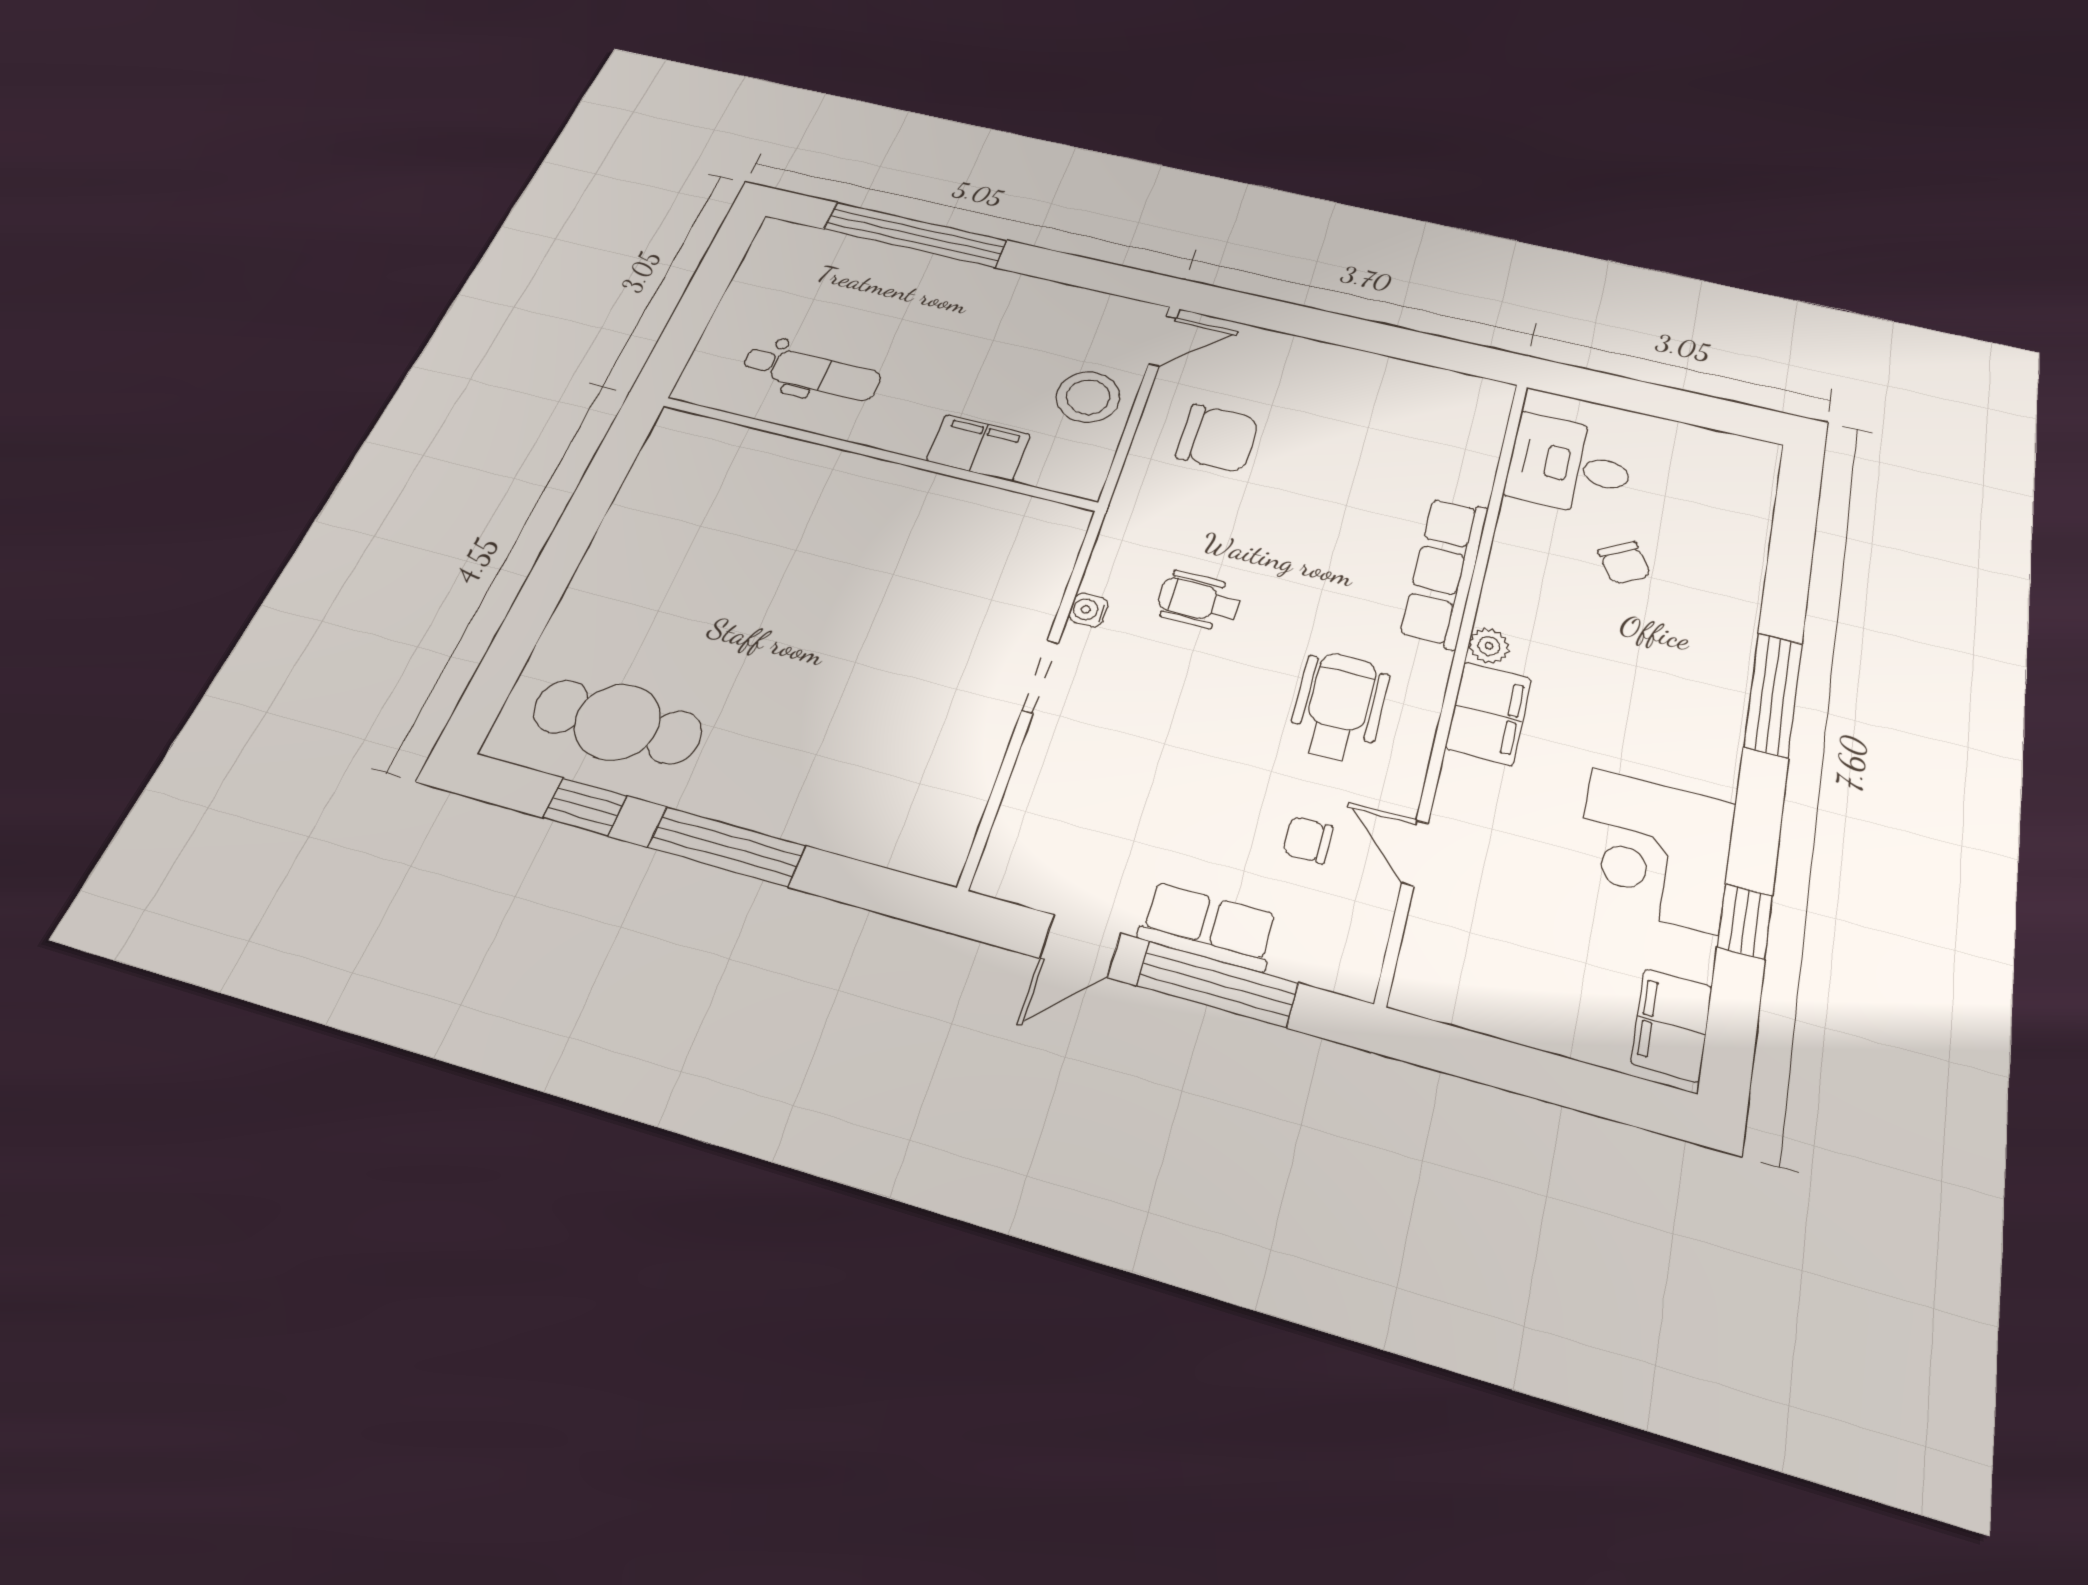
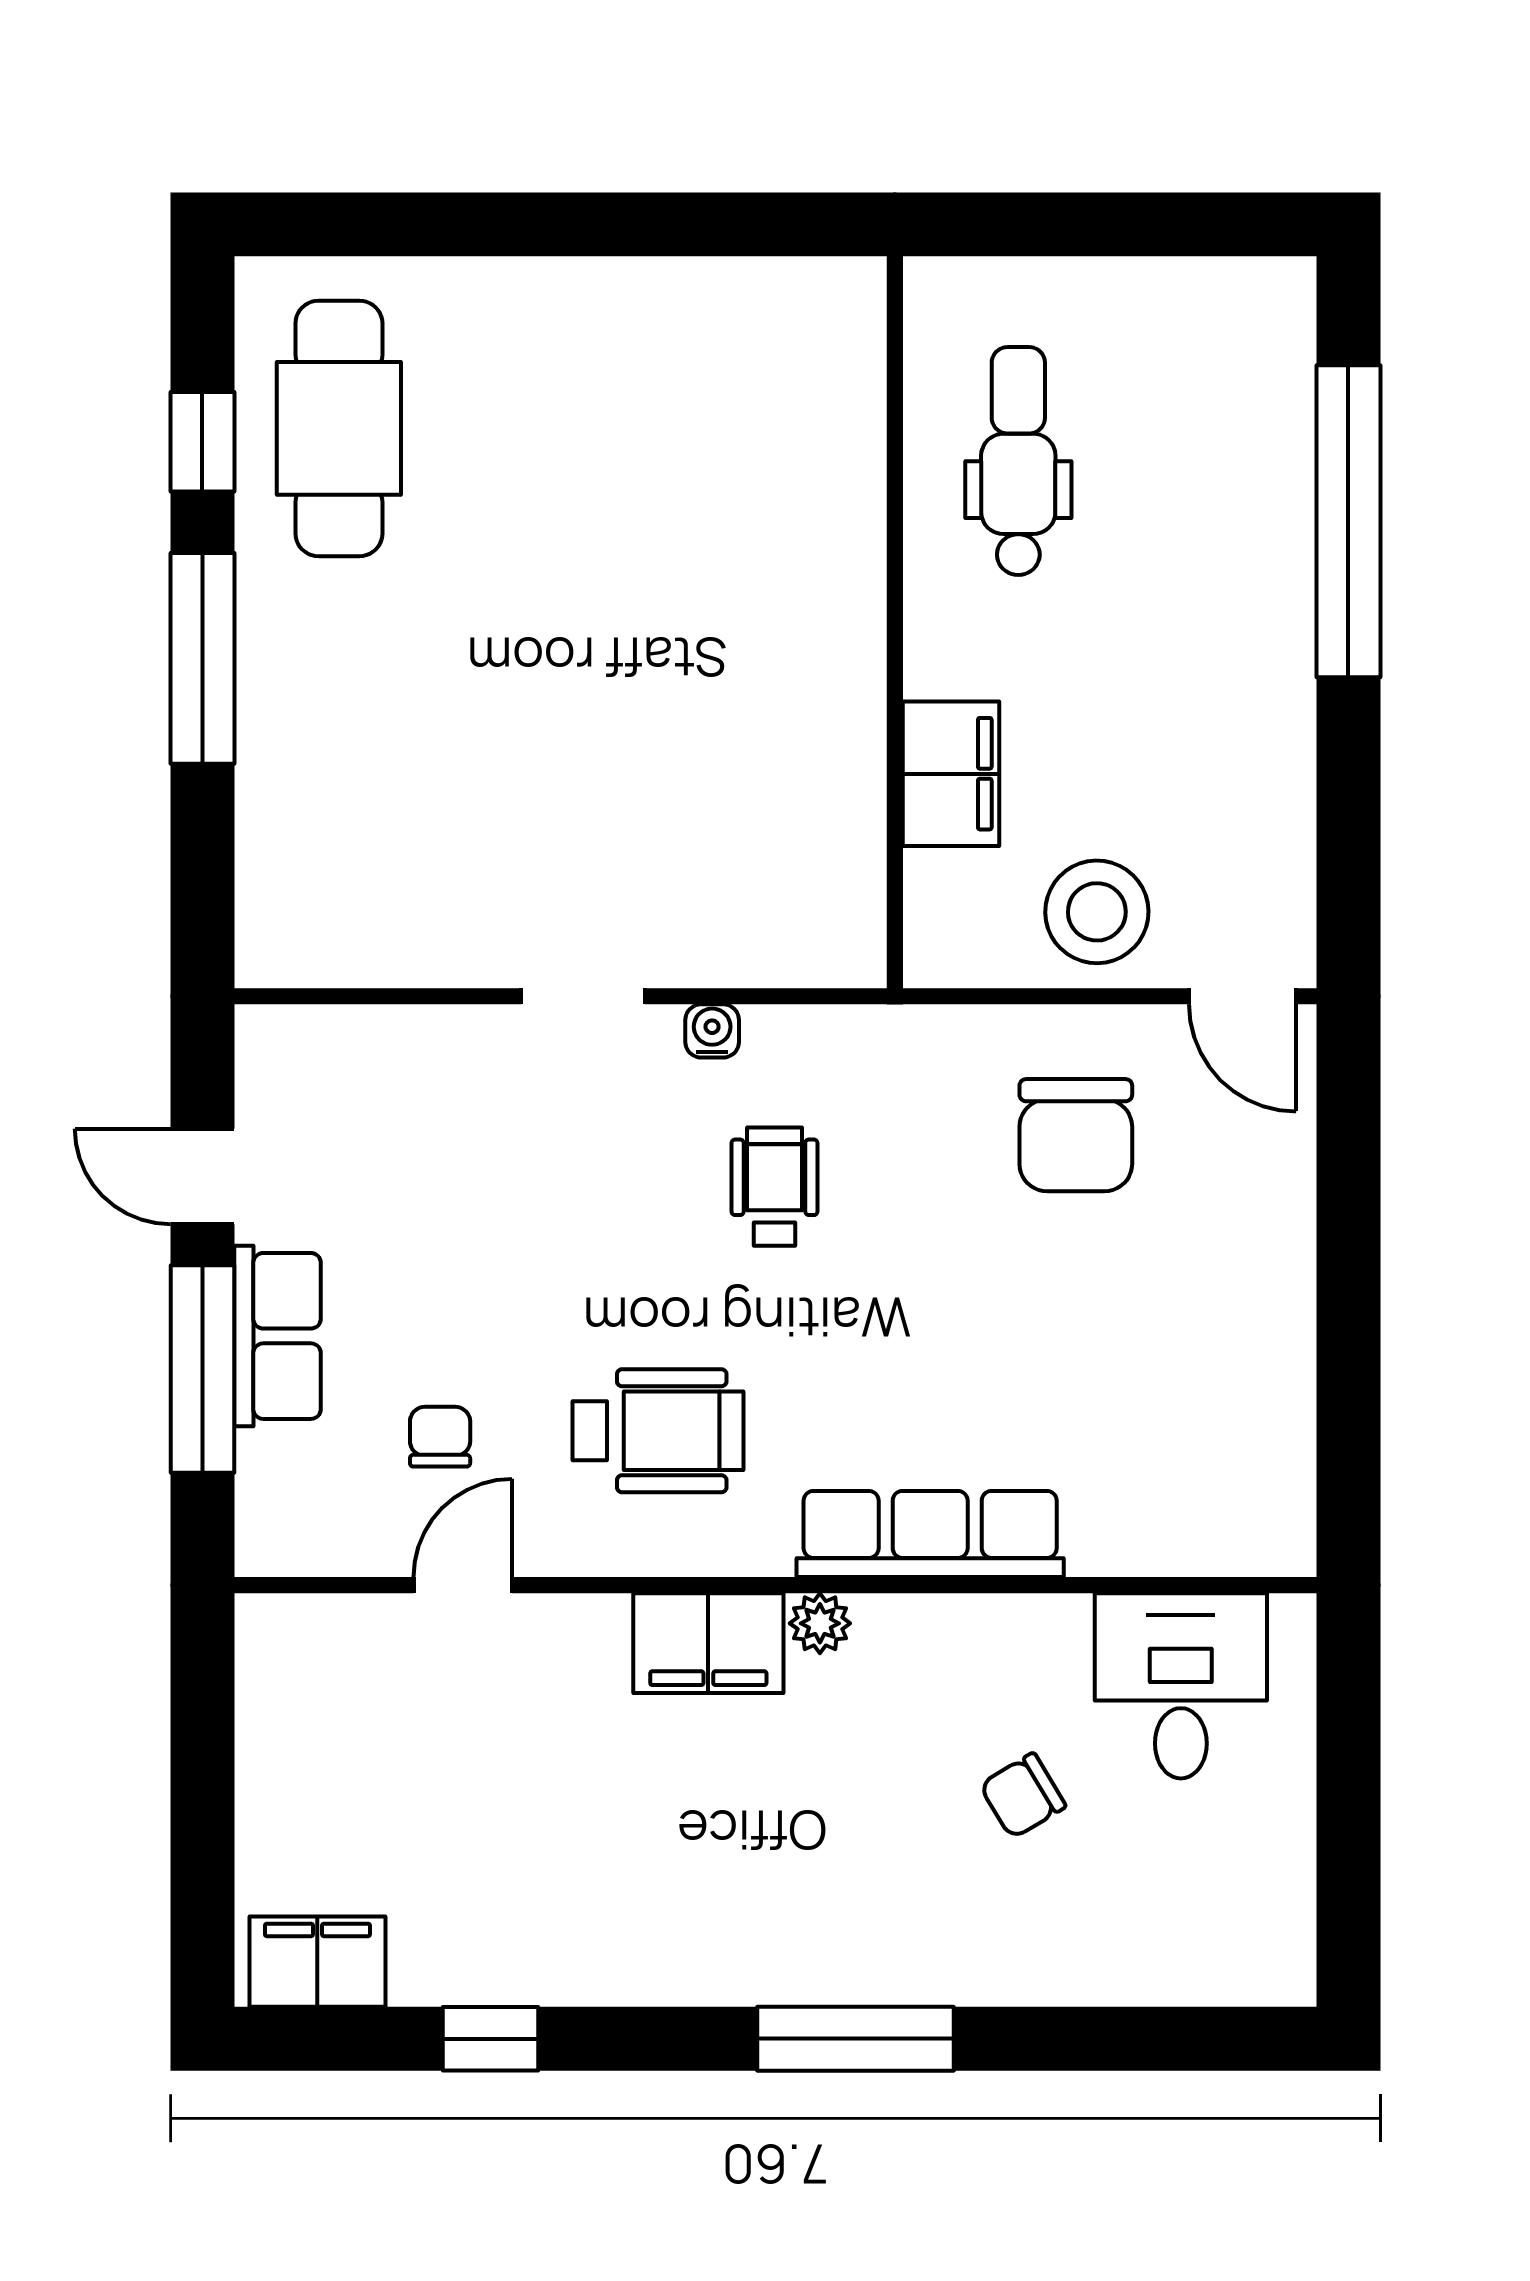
dental chair: (812, 372) -> (1018, 461), turned 180
corner desk: (1654, 850) -> (561, 1905), removed

